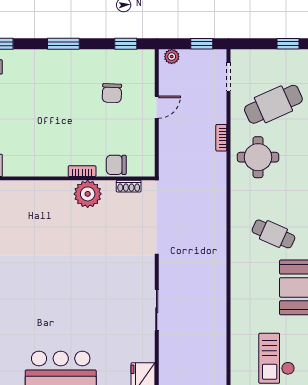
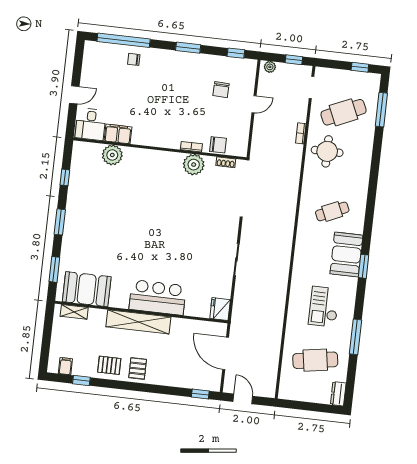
chair: (116, 165) -> (218, 145), turned 180
cafe table: (273, 234) -> (332, 211), turned -48

